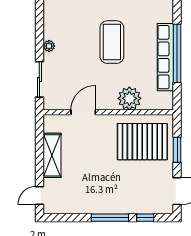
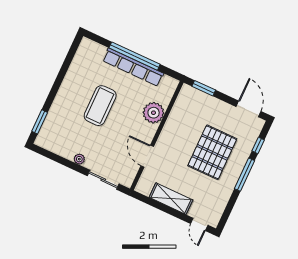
coffee table: (112, 42) -> (100, 106), turned 90
pallet: (142, 142) -> (212, 152), moved
window: (177, 150) -> (204, 88), moved

